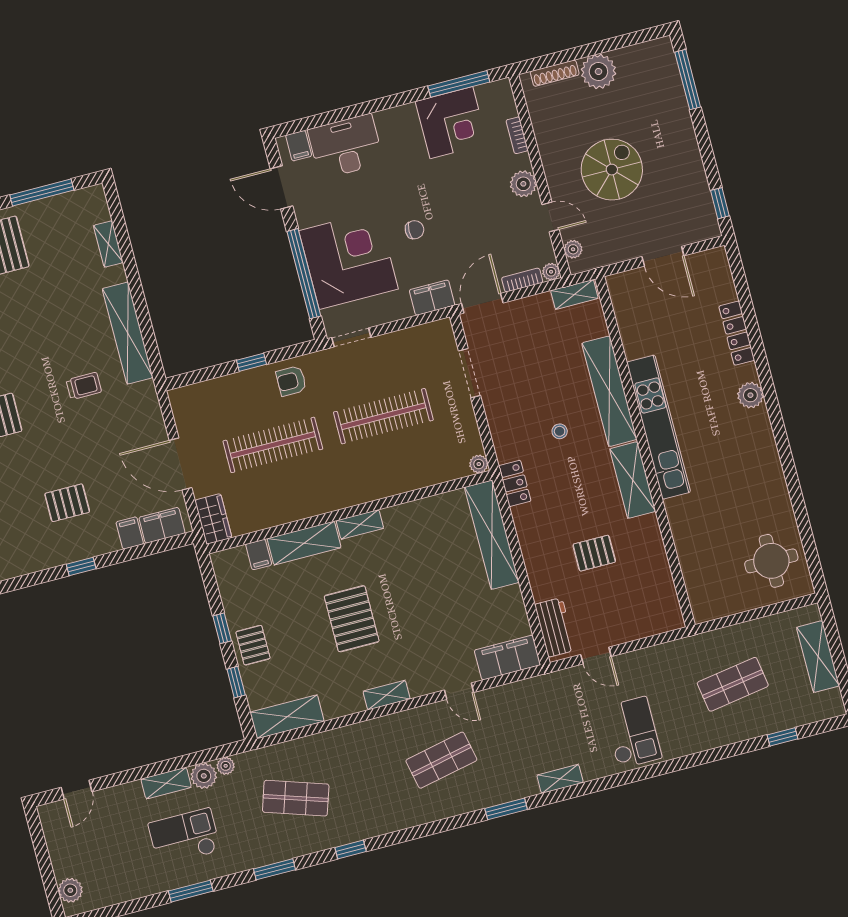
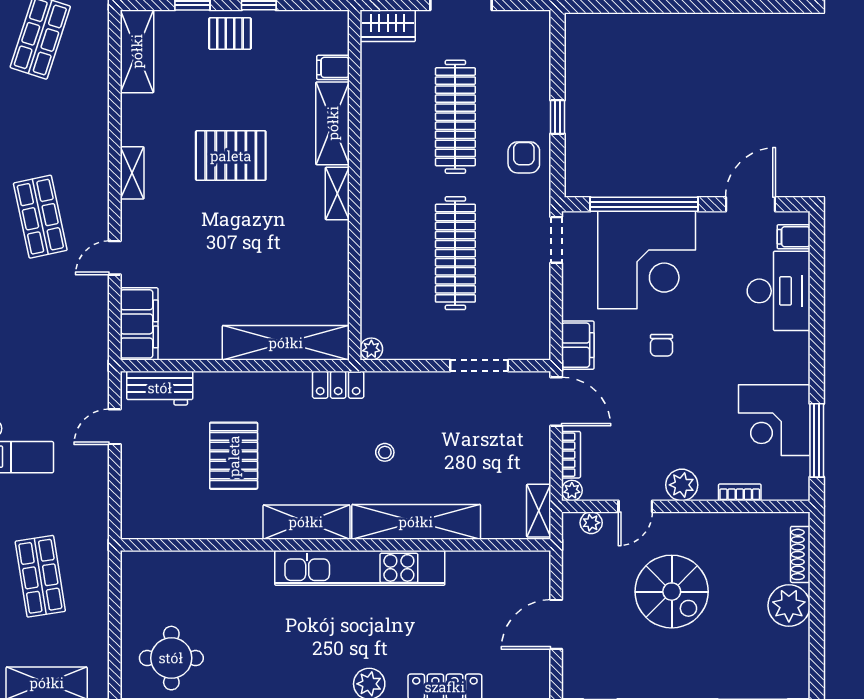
pallet: (594, 553) -> (234, 456), width x1.50, depth x1.42

